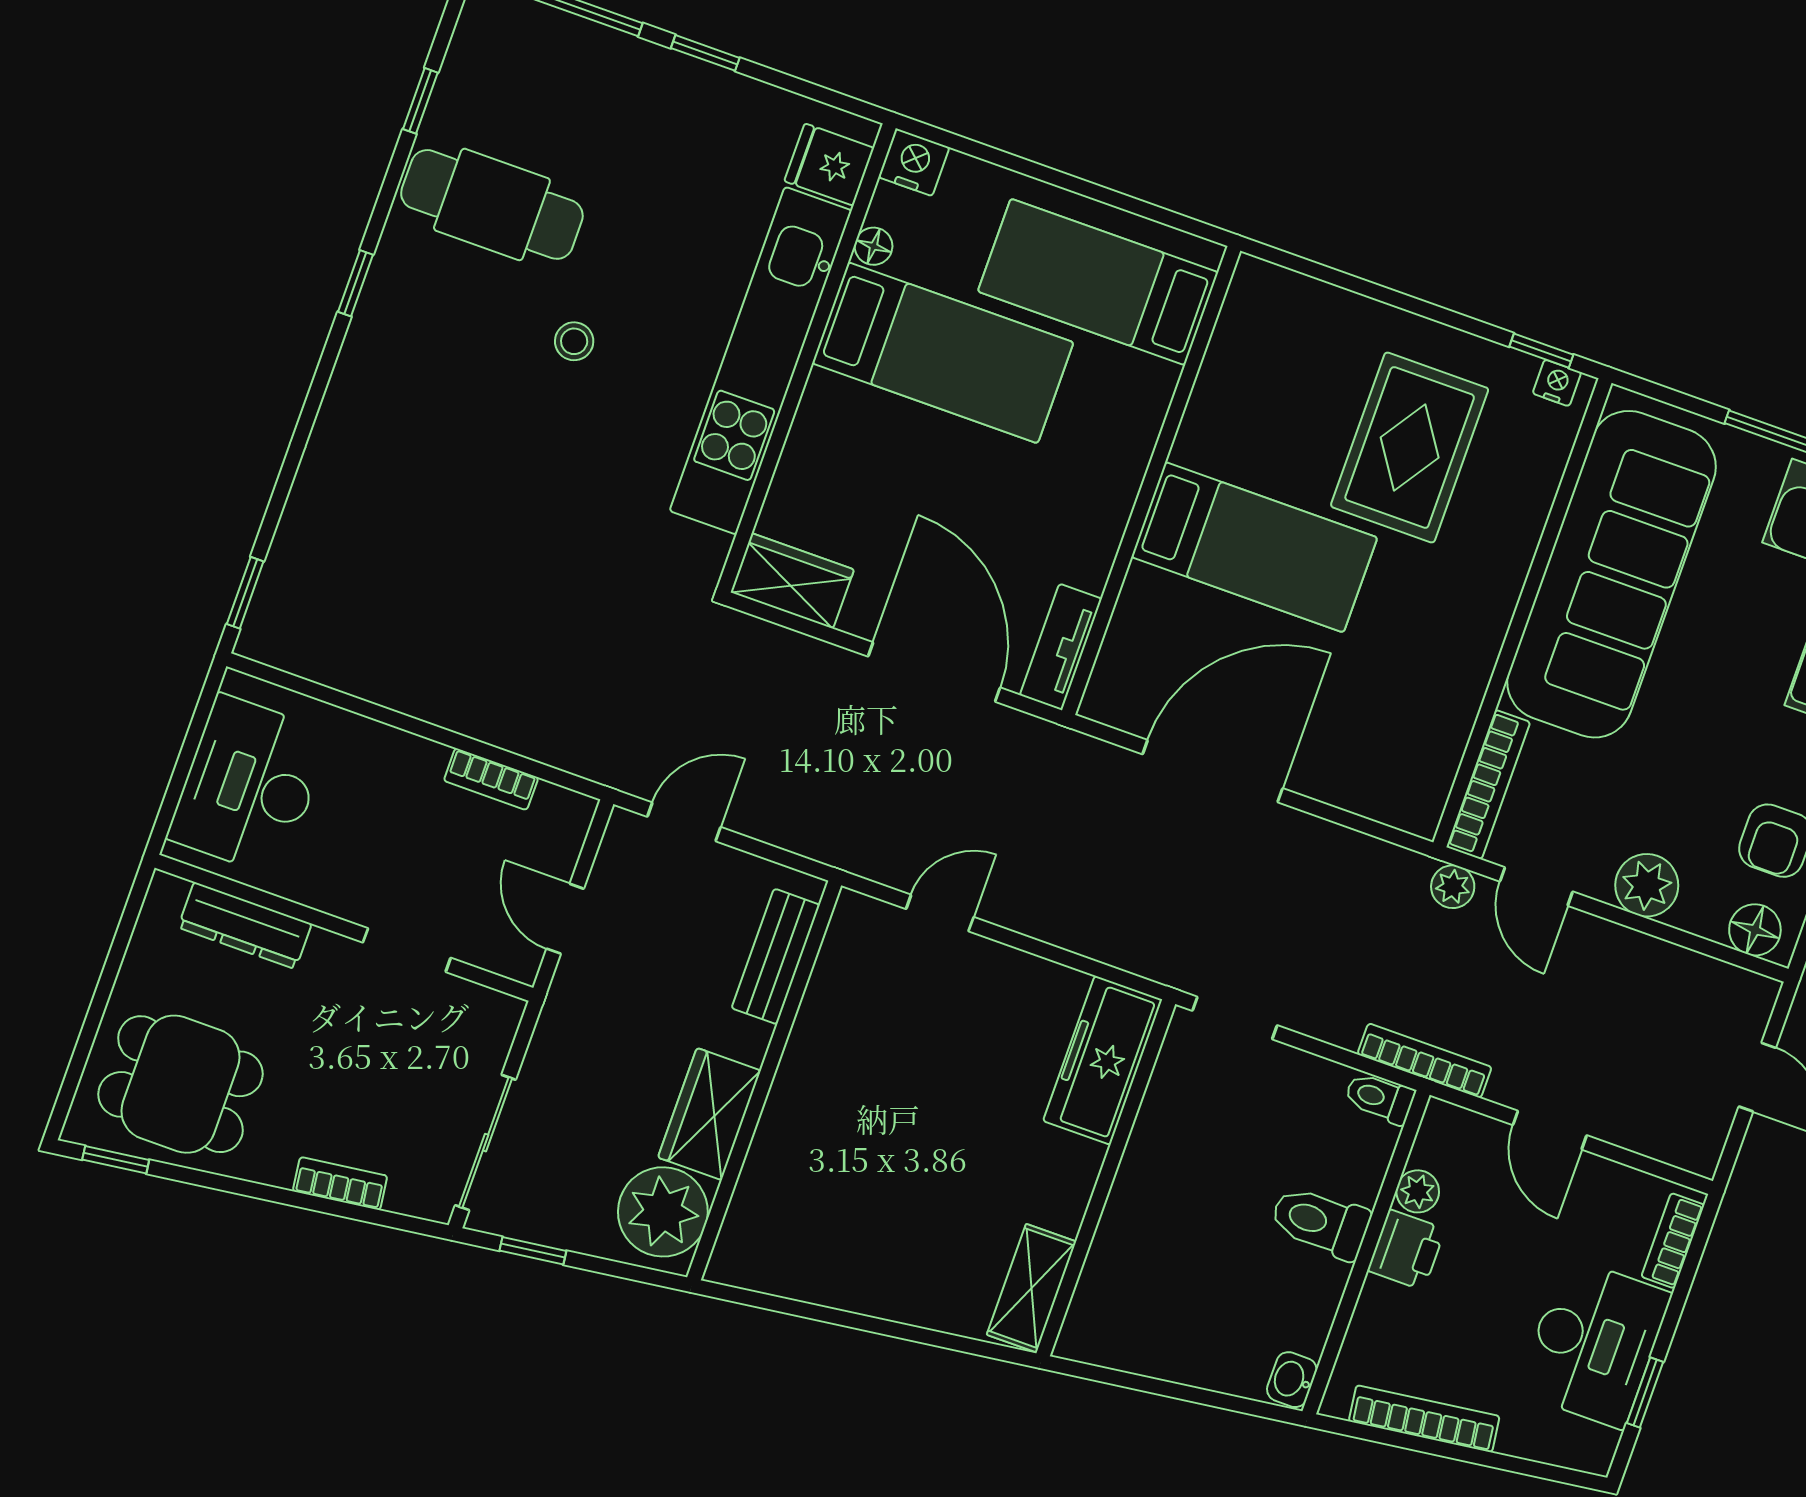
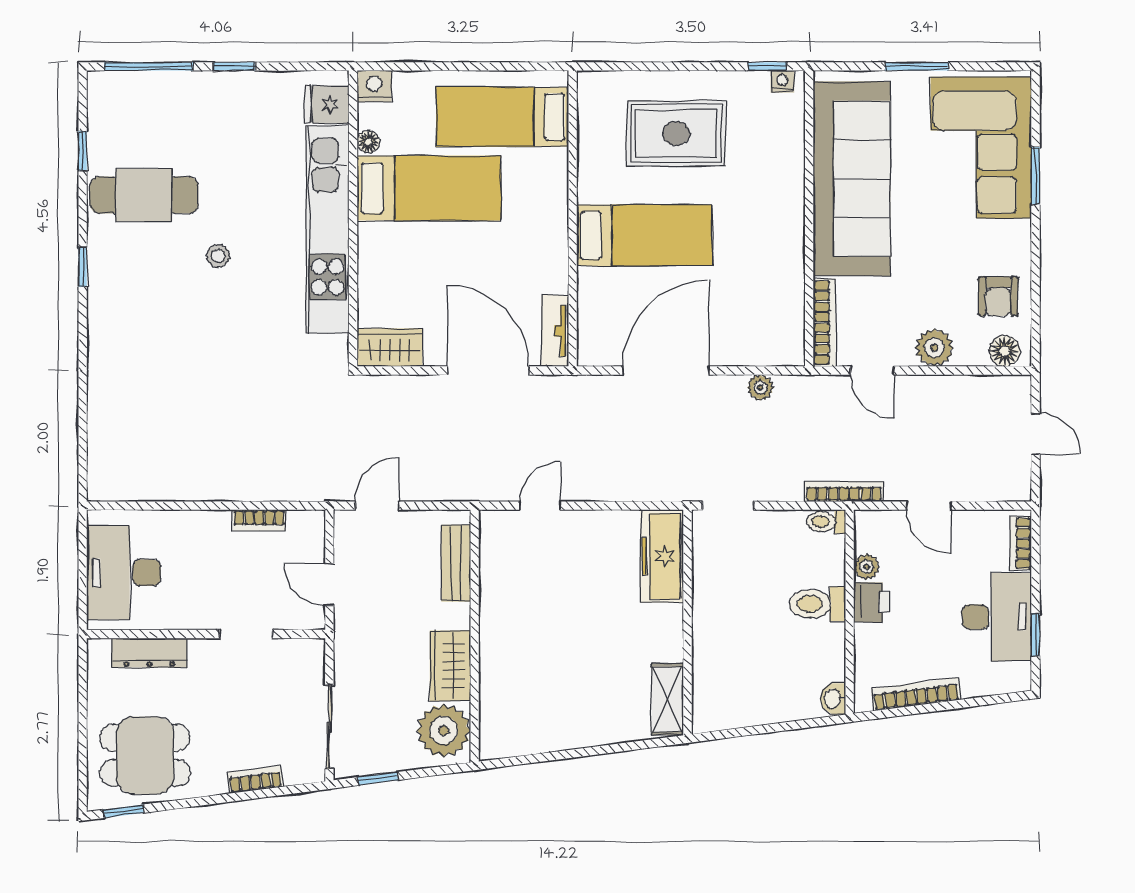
rug: (1410, 447) -> (676, 133), moved, turned 90
window: (245, 593) -> (83, 464), removed
plant: (1453, 887) -> (760, 387), moved

